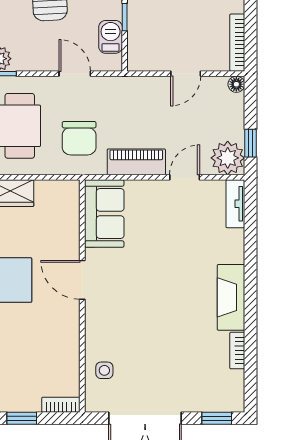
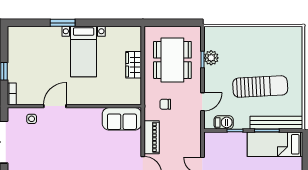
chair: (79, 138) -> (165, 104), width x0.54, depth x0.54
door: (82, 280) -> (55, 106), moved

